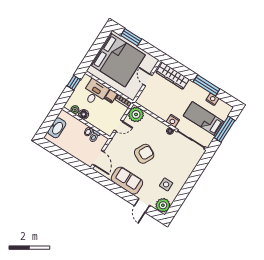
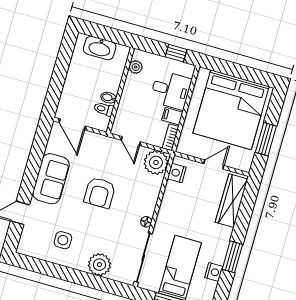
window: (131, 37) -> (266, 139), moved
window: (207, 85) -> (232, 257), width x0.69
floor lamp: (84, 114) -> (132, 83), removed
nightstand: (173, 121) -> (177, 173), moved
armchair: (144, 154) -> (100, 193), turned 63
door: (98, 158) -> (72, 124), hinge flipped
plant: (163, 205) -> (99, 265), moved

